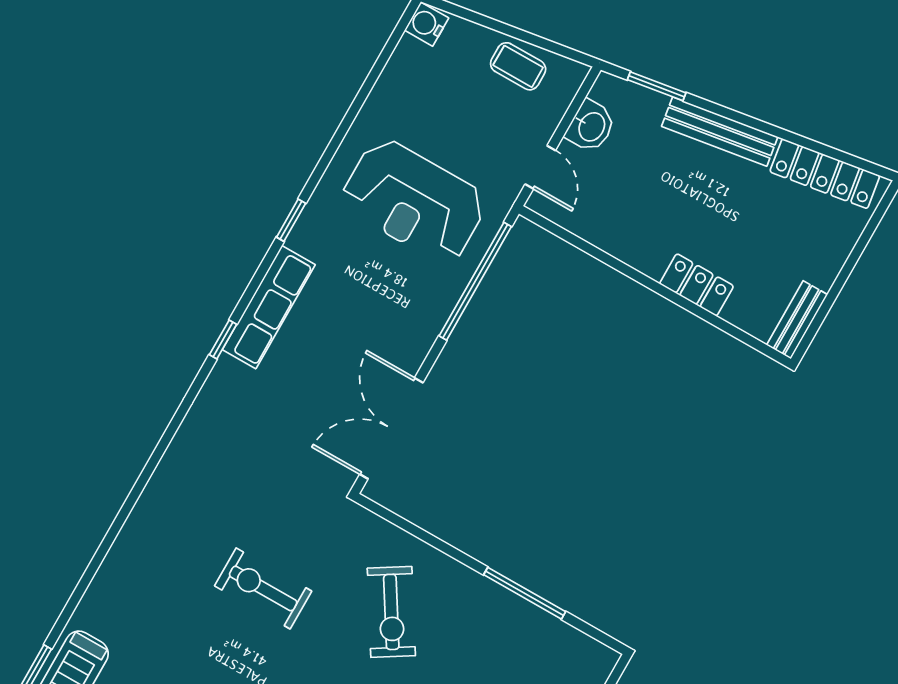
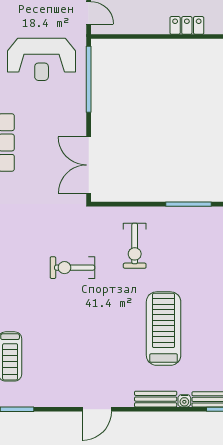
exercise bike: (391, 612) -> (135, 246), turned 32

